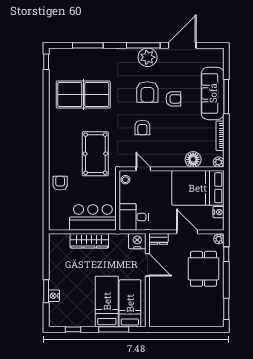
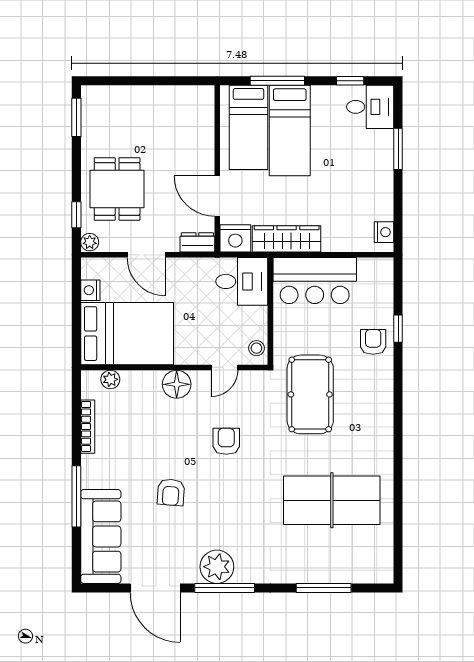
door: (182, 45) -> (155, 588), hinge flipped
window: (46, 62) -> (398, 329), moved
armchair: (147, 92) -> (217, 505), removed
sofa: (213, 93) -> (101, 536), moved
armchair: (173, 99) -> (171, 492), turned -86
floor lamp: (193, 159) -> (177, 384), moved
plant: (219, 162) -> (110, 379), moved
door: (143, 169) -> (224, 367), hinge flipped
armchair: (60, 183) -> (373, 342), turned 180
wardrobe: (89, 241) -> (287, 239), moved
nightstand: (54, 296) -> (384, 232), moved
desk: (62, 315) -> (370, 107), added

